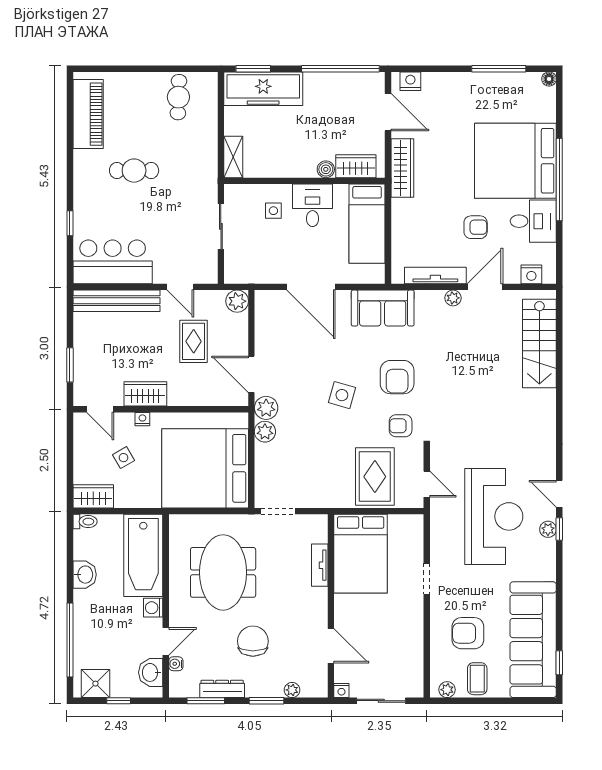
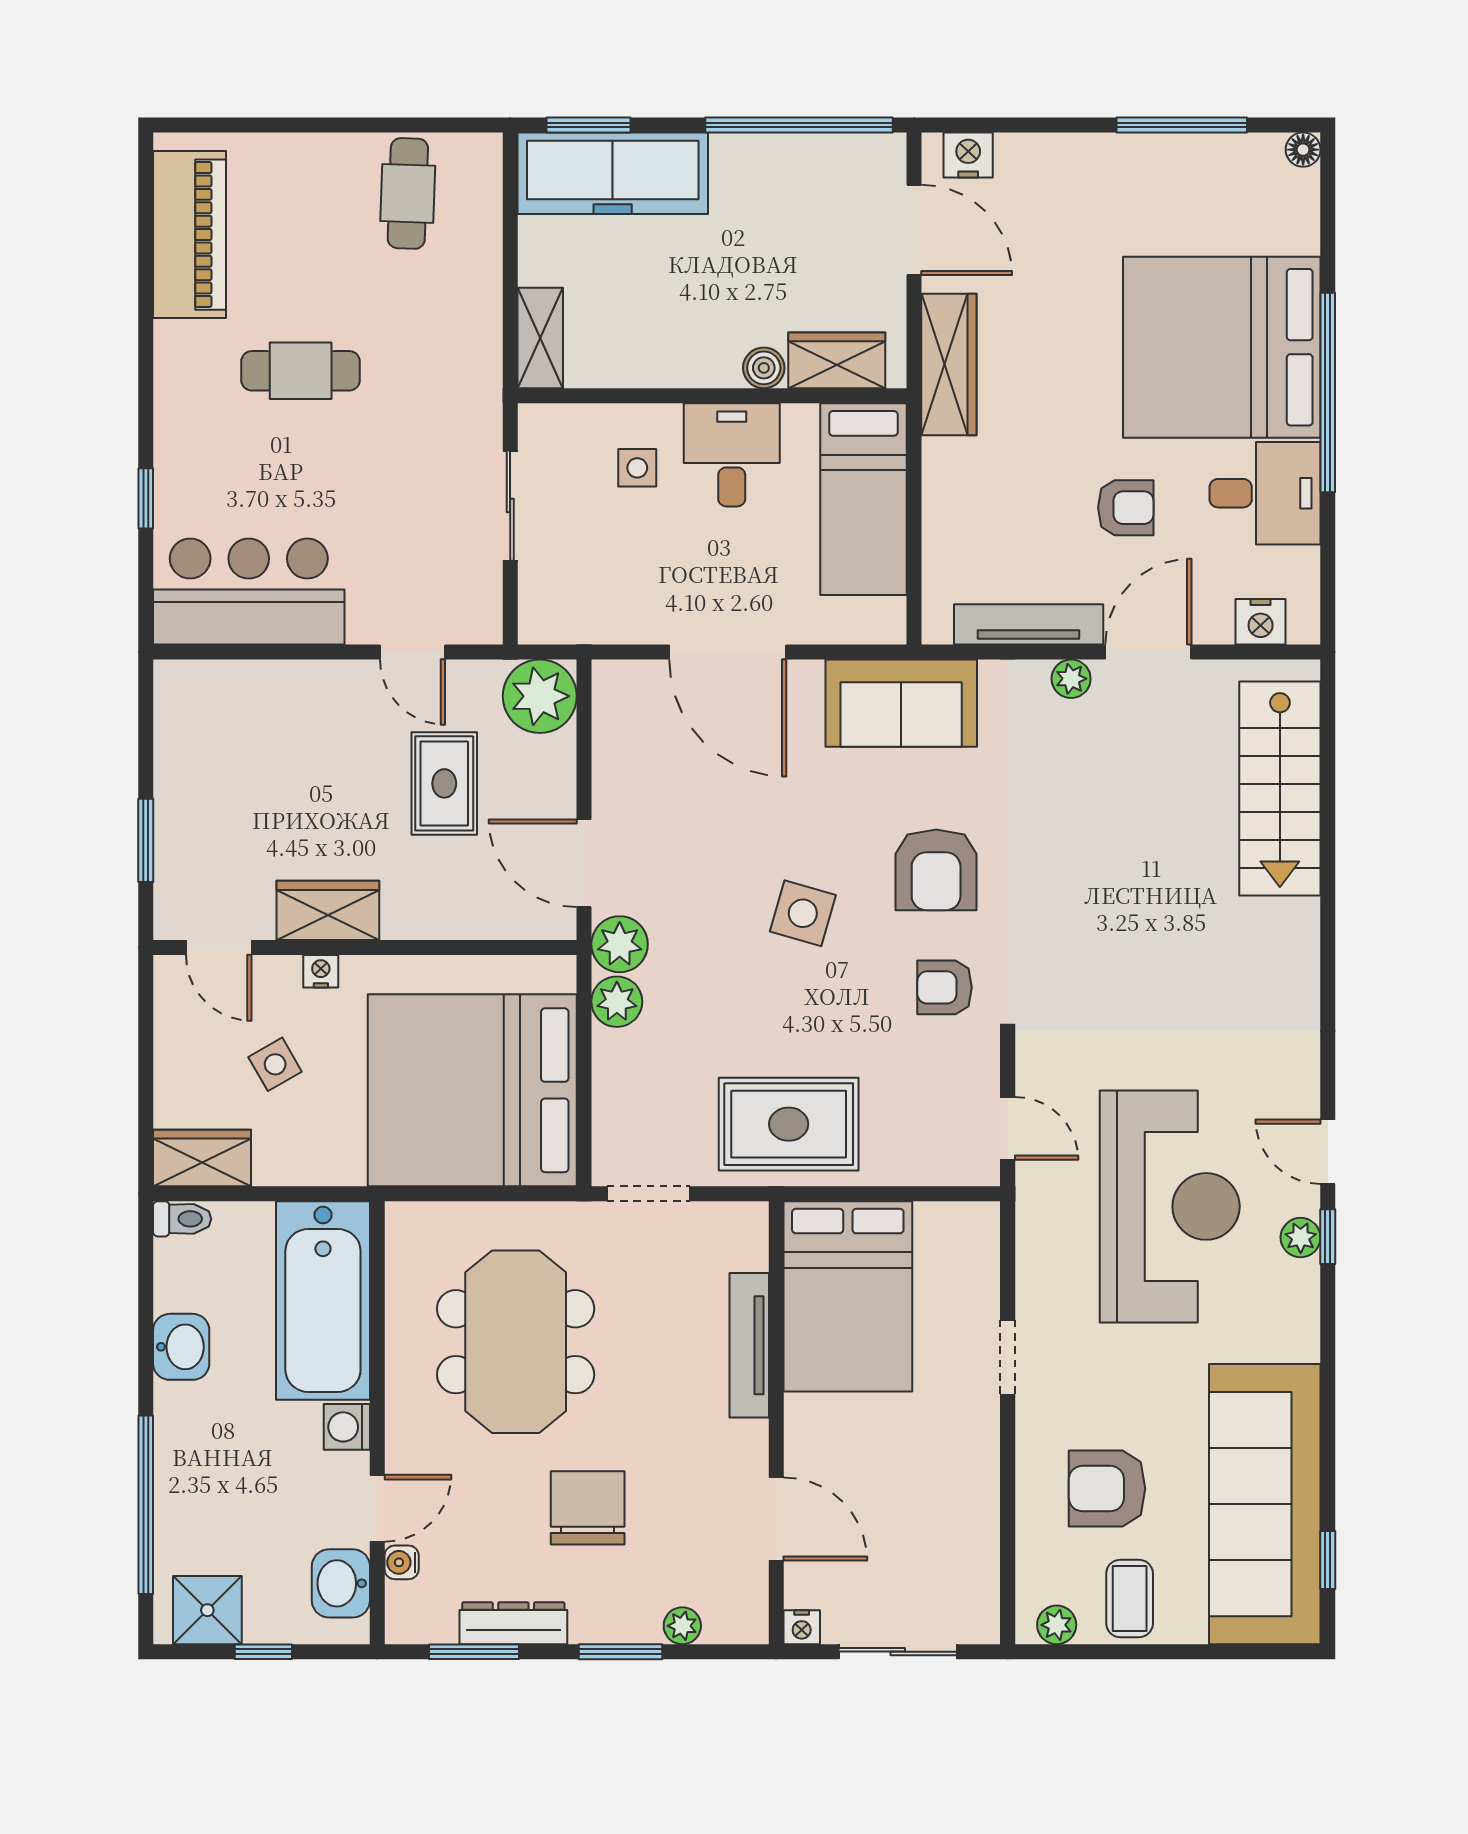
bench: (116, 301) -> (258, 685), removed
plant: (237, 301) -> (540, 696), width x1.36, depth x1.36
rug: (375, 477) -> (789, 1124), moved, turned 90
tv unit: (320, 565) -> (749, 1345), width x1.41

